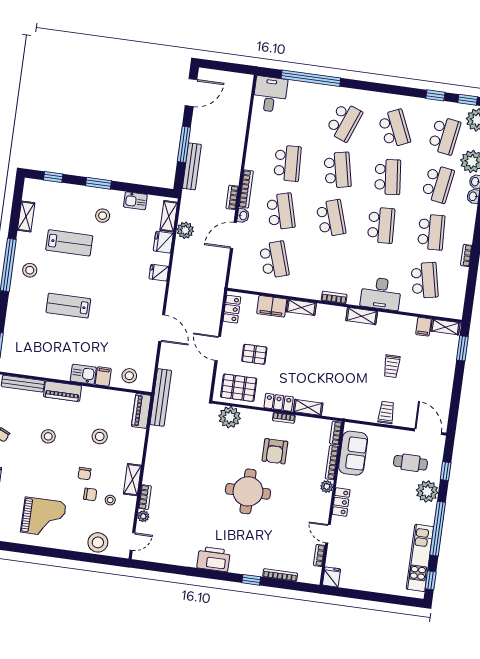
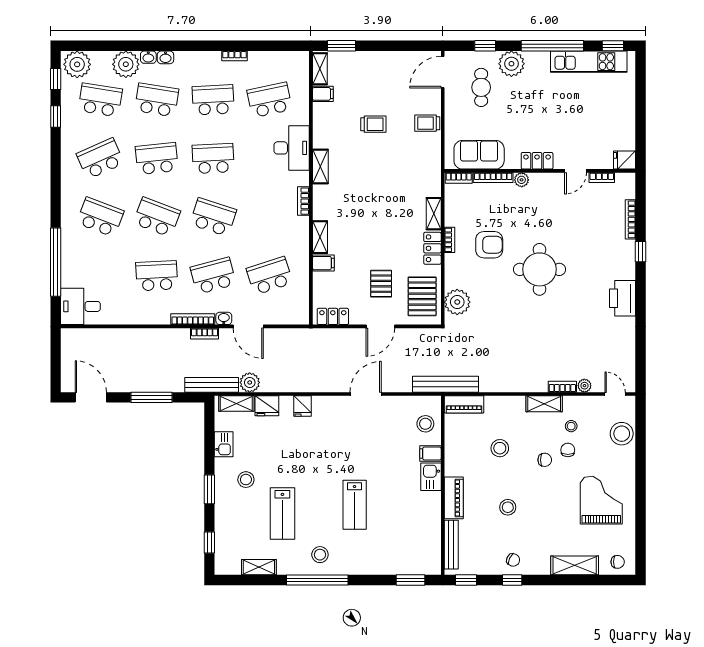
bench: (192, 166) -> (212, 385), moved
school desk: (338, 170) -> (157, 217), turned 33
school desk: (331, 218) -> (213, 217), turned 36
lab bench: (69, 243) -> (282, 514), turned 180
filing cabinet: (272, 306) -> (323, 263), width x0.50

